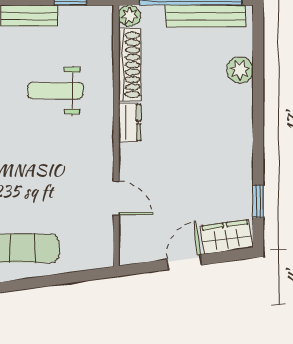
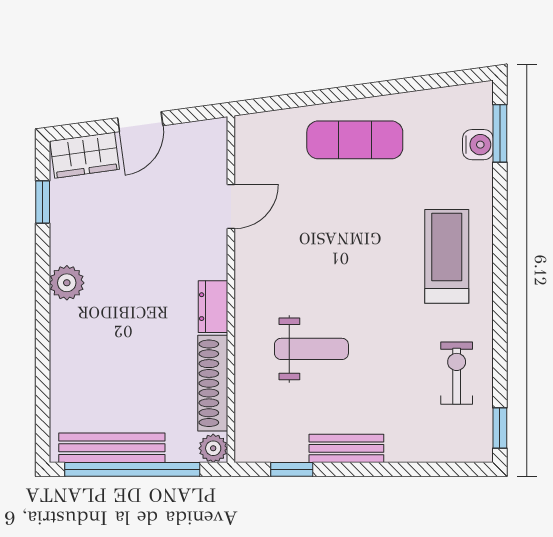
plant: (240, 70) -> (67, 283), moved
door: (116, 198) -> (231, 206), swing flipped

